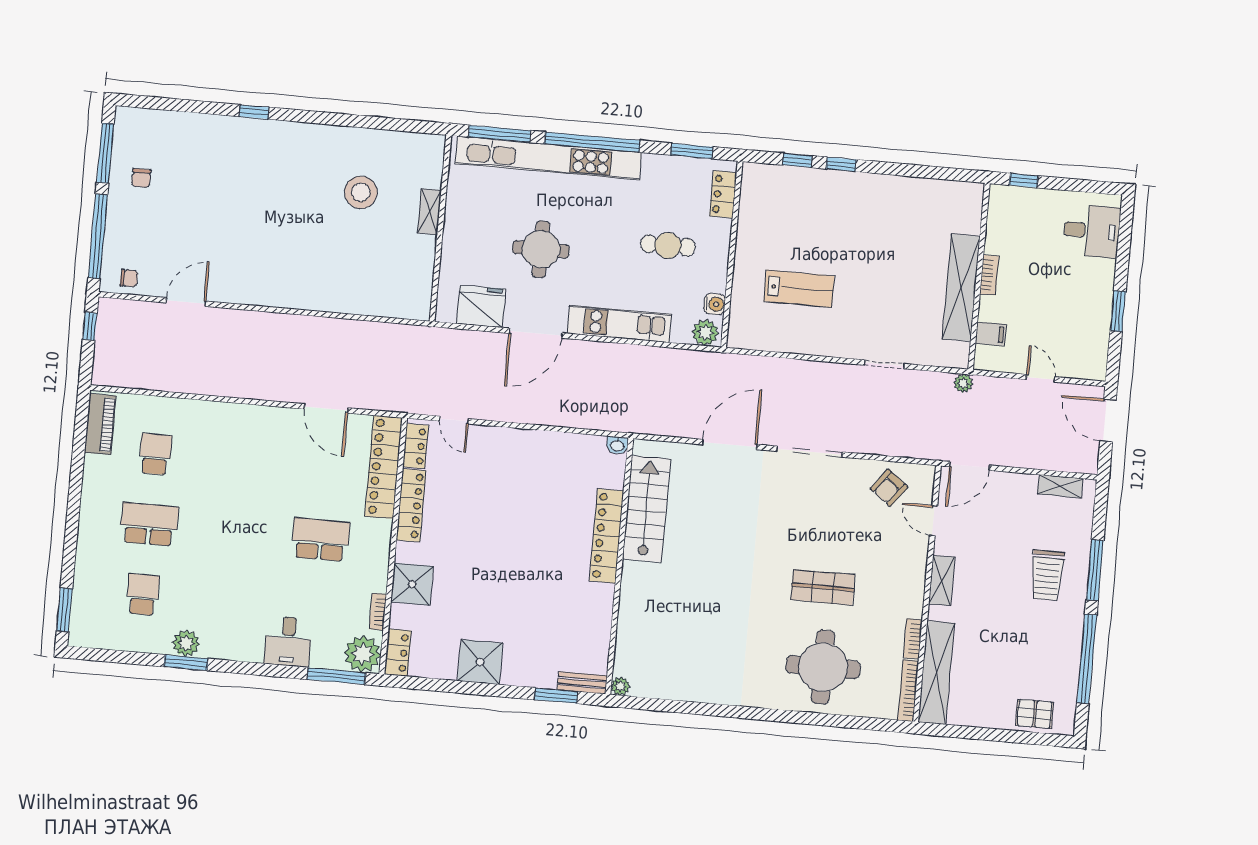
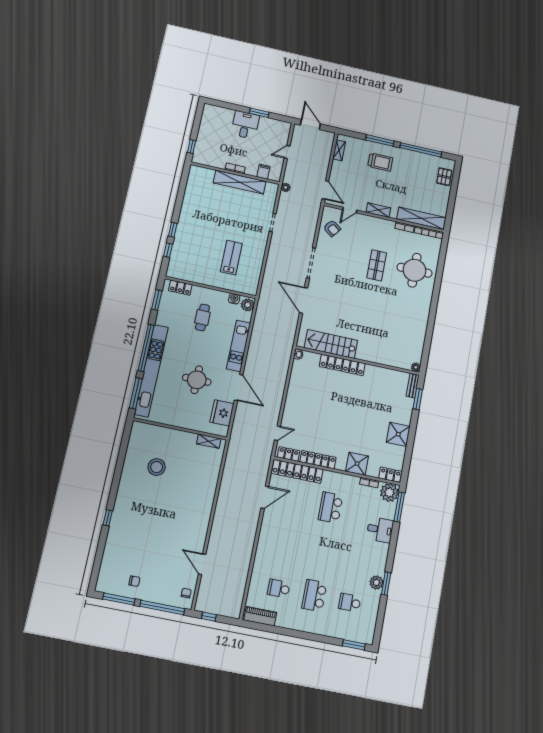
shelving: (429, 212) -> (209, 441), moved
desk: (1092, 231) -> (245, 125), moved
door: (1108, 420) -> (310, 124), swing flipped

